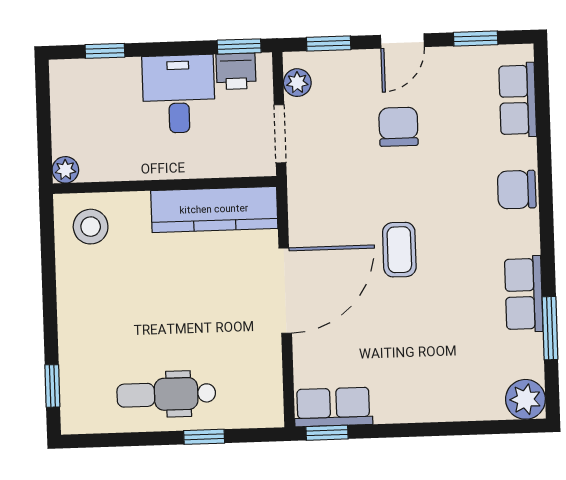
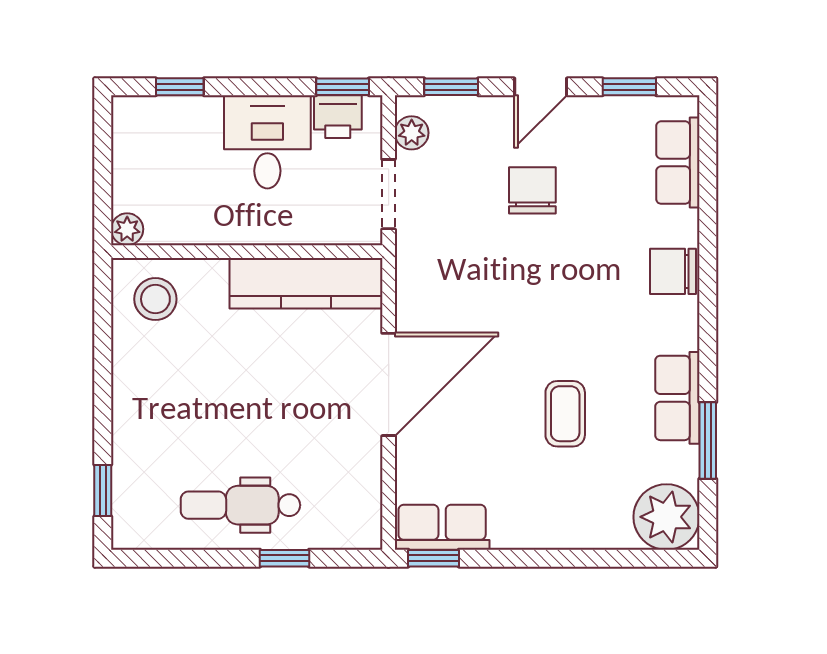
coffee table: (399, 250) -> (565, 414), moved
plant: (525, 399) -> (666, 517), width x1.36, depth x1.36

